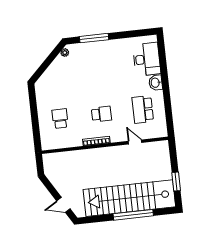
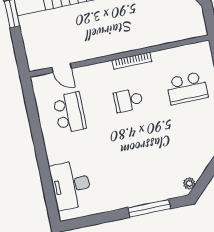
washbasin: (156, 83) -> (55, 153), removed
school desk: (60, 119) -> (187, 88), width x1.85
door: (135, 142) -> (62, 68), moved

